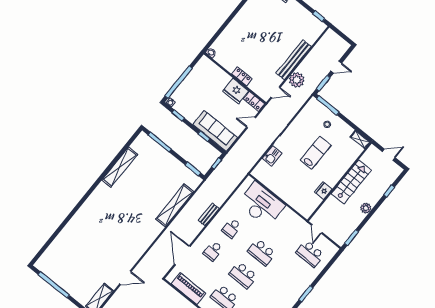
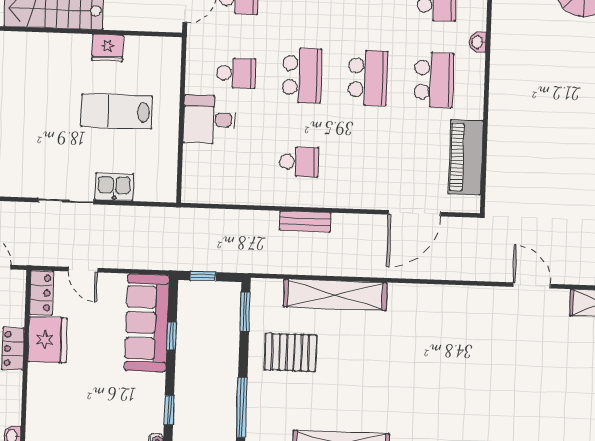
lab bench: (316, 153) -> (117, 111), moved
pallet: (166, 174) -> (291, 352), added
desk: (261, 204) -> (209, 120), width x0.53, depth x0.77
school desk: (213, 251) -> (236, 73), moved

